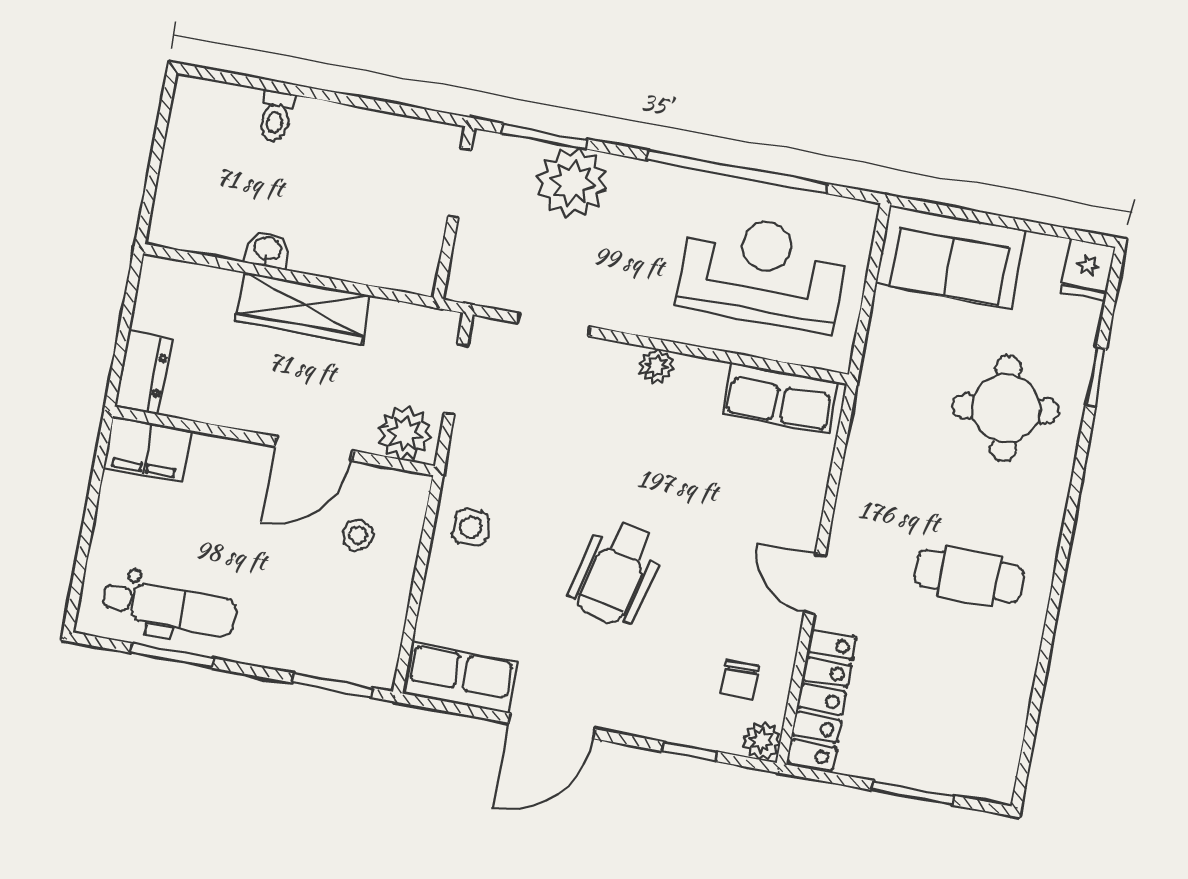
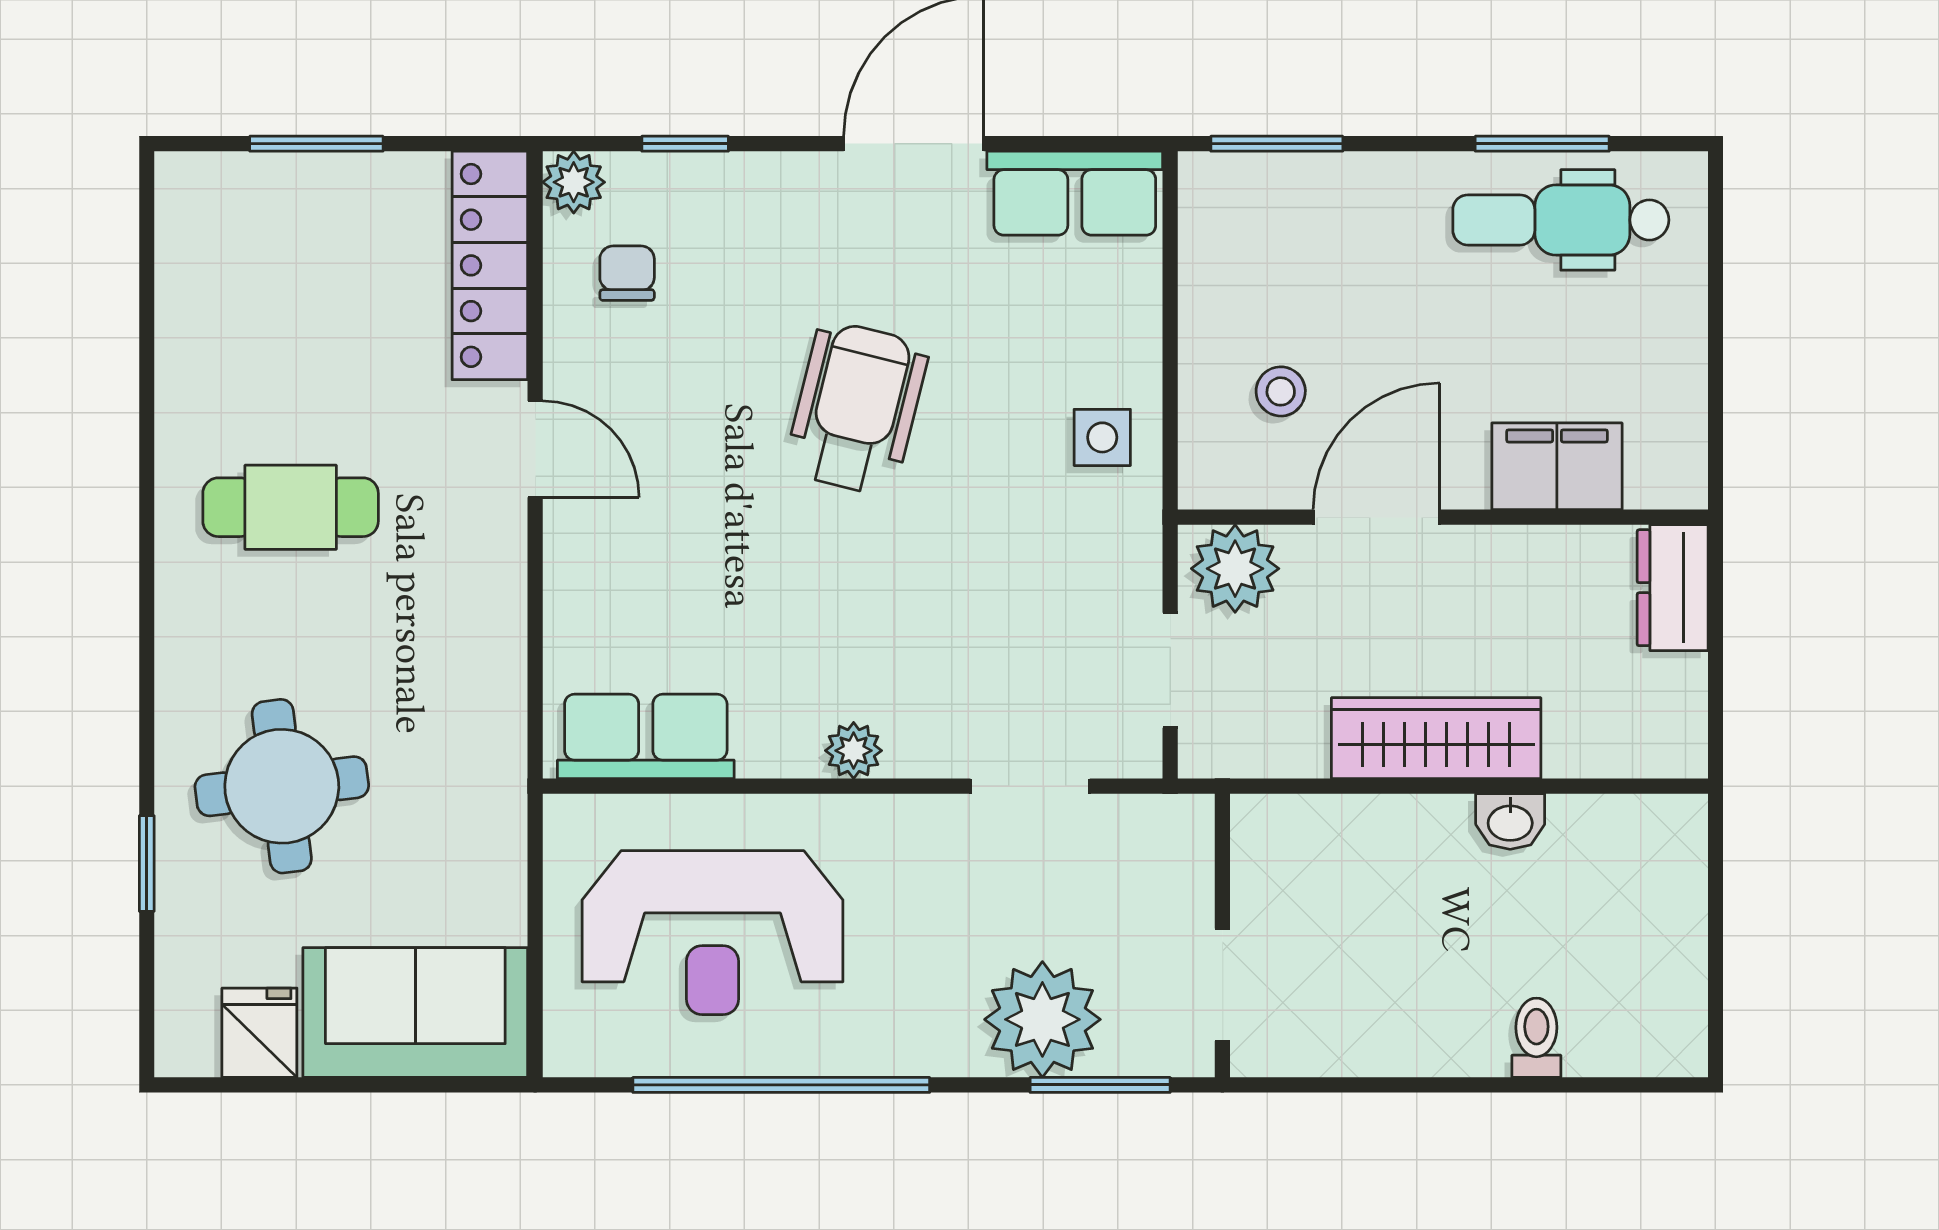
fridge: (1088, 270) -> (259, 1033), moved
filing cabinet: (147, 449) -> (1557, 466), moved

